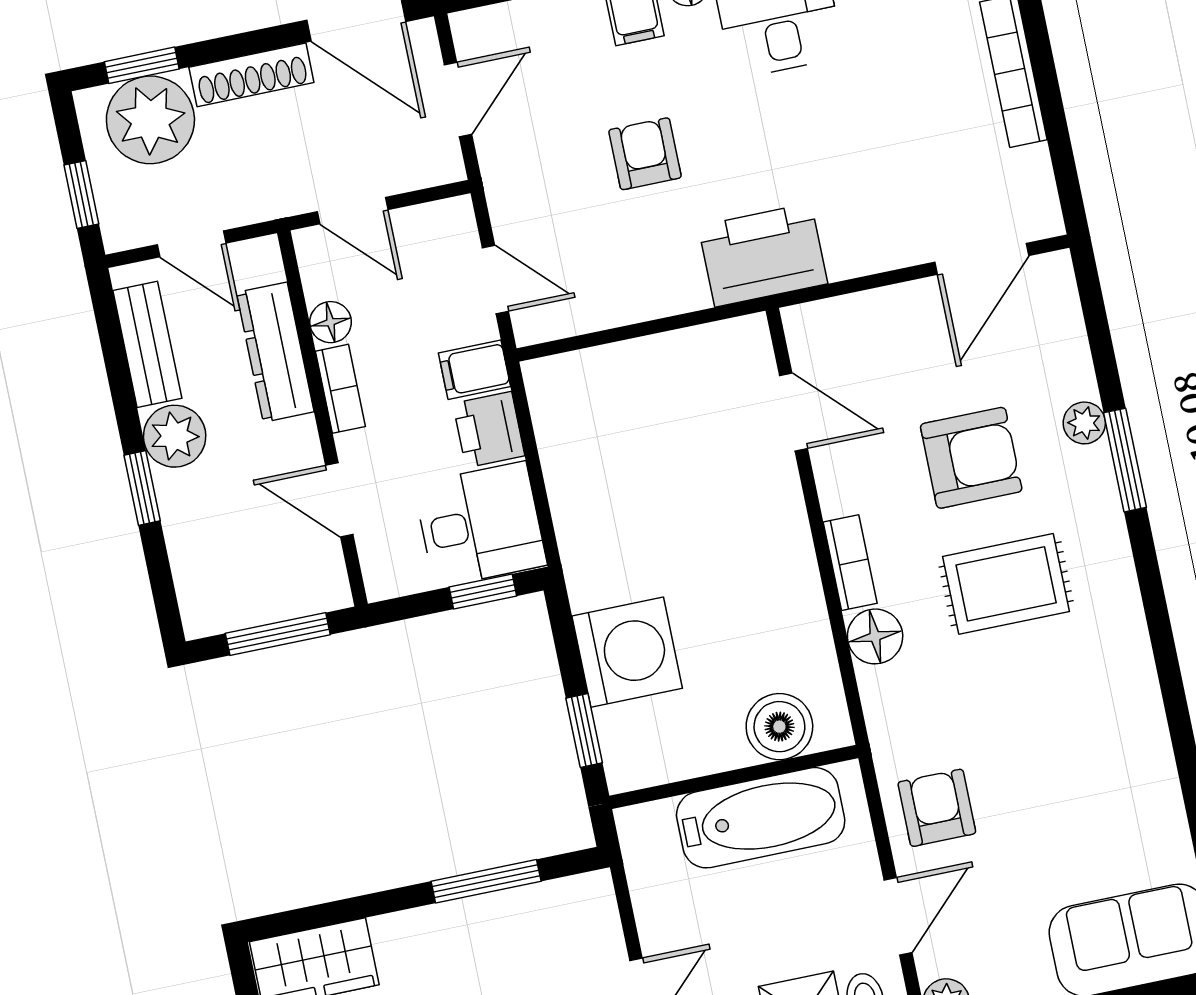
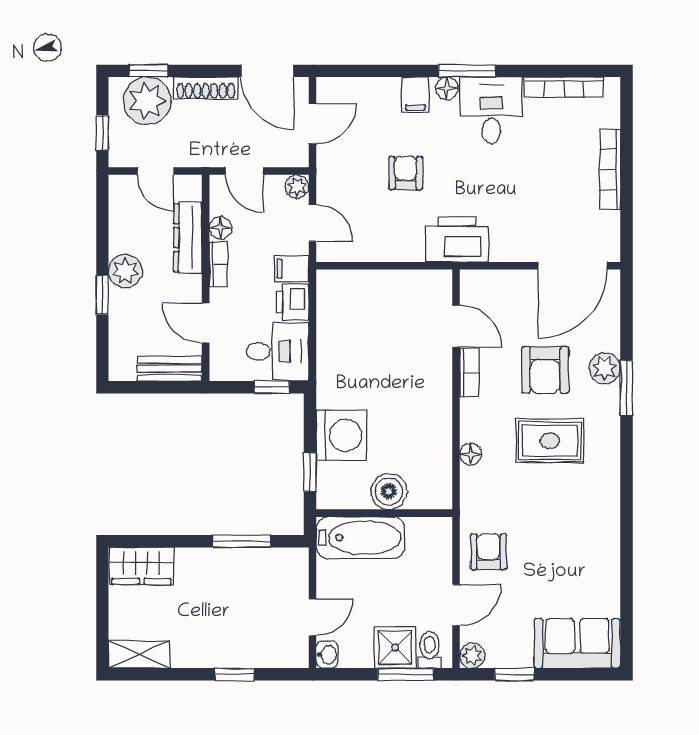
plant: (454, 219) -> (297, 186), added
door: (982, 259) -> (573, 266), width x1.36
bench: (147, 344) -> (170, 369), moved, turned 90
plant: (1084, 423) -> (605, 368), width x1.38, depth x1.38
armchair: (971, 458) -> (545, 370), turned 90
bookcase: (850, 563) -> (470, 372), moved
window: (278, 634) -> (158, 387), removed
floor lamp: (875, 636) -> (471, 454), width x0.73, depth x0.73
boiler: (779, 727) -> (389, 491), moved
bathtub: (761, 818) -> (361, 538), moved

